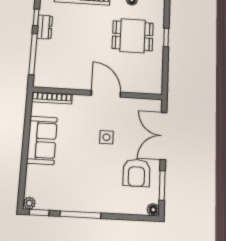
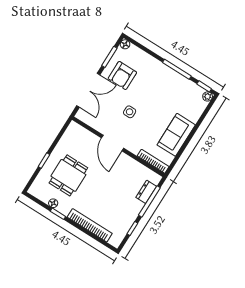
dresser: (45, 27) -> (146, 192), moved
dining table: (133, 36) -> (68, 175), turned 90
armchair: (136, 173) -> (122, 75), turned 180

